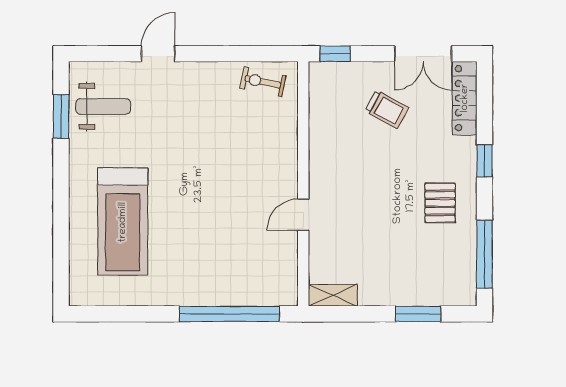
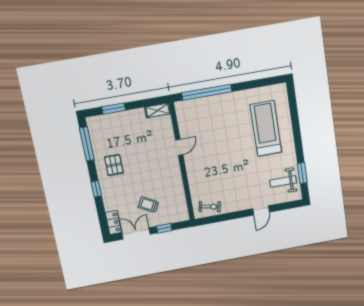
window: (335, 54) -> (164, 228), moved
locker: (465, 98) -> (113, 223), width x0.66

